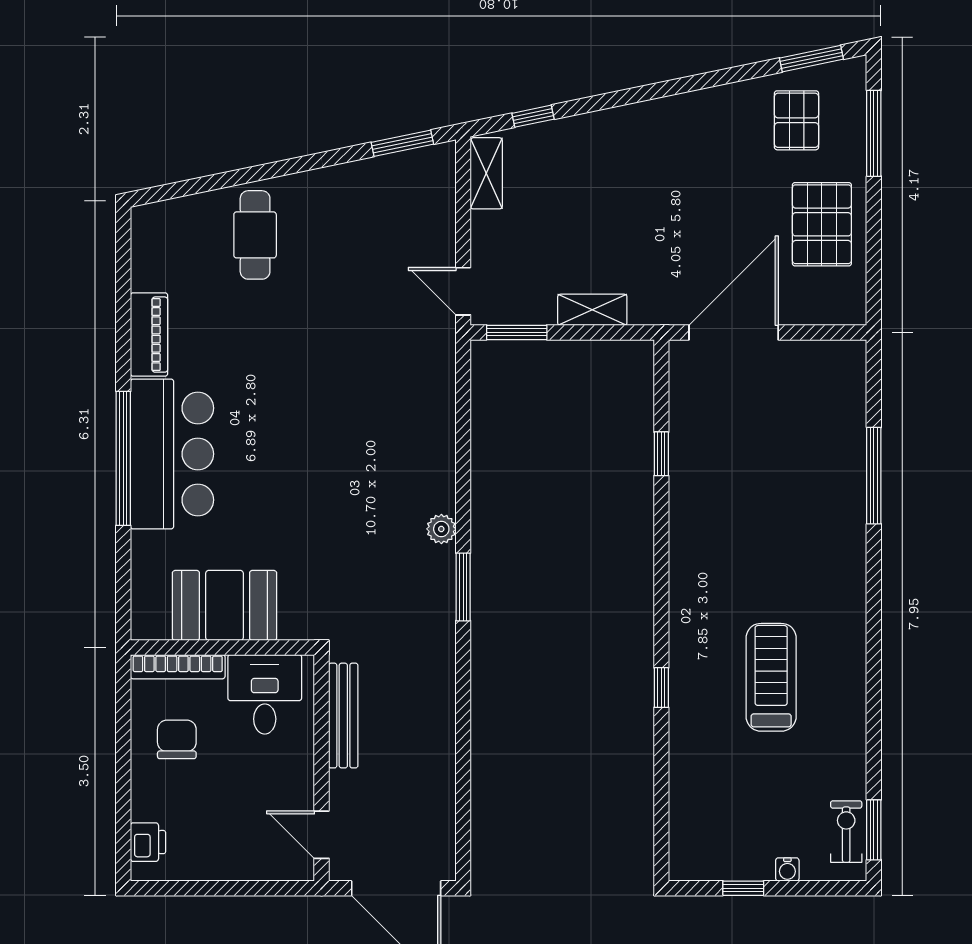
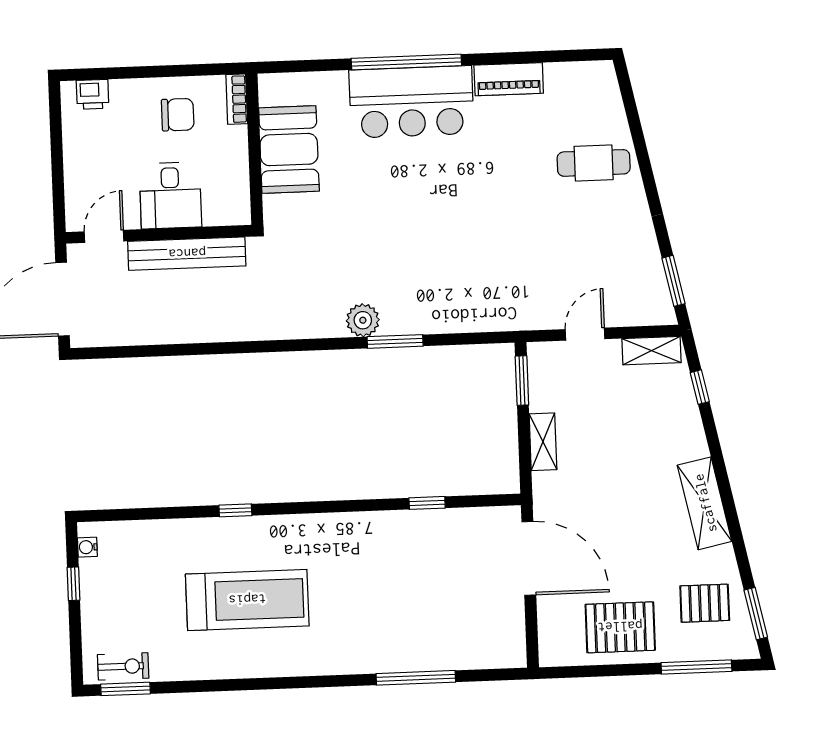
shelving: (675, 116) -> (705, 503), added
door: (463, 291) -> (585, 334), moved
plant: (441, 529) -> (363, 320), width x1.38, depth x1.38
window: (463, 587) -> (395, 341), moved
bookcase: (178, 667) -> (237, 99), width x0.64
treadmill: (771, 677) -> (247, 600), width x1.37, depth x1.38
desk: (265, 694) -> (170, 195), moved, turned 90
bench: (343, 716) -> (187, 254), width x1.37, depth x1.21
water cooler: (787, 869) -> (87, 547), moved

